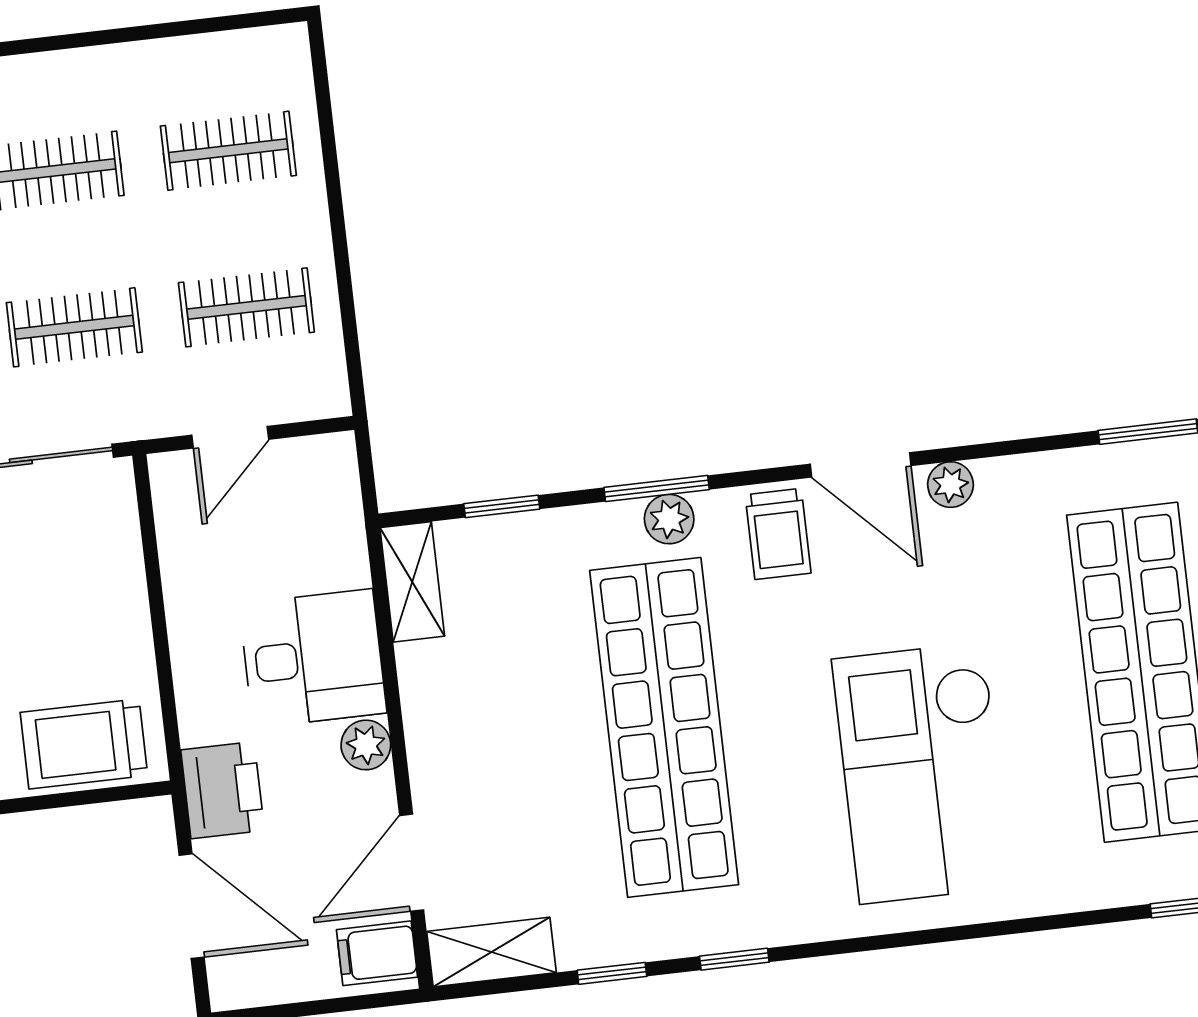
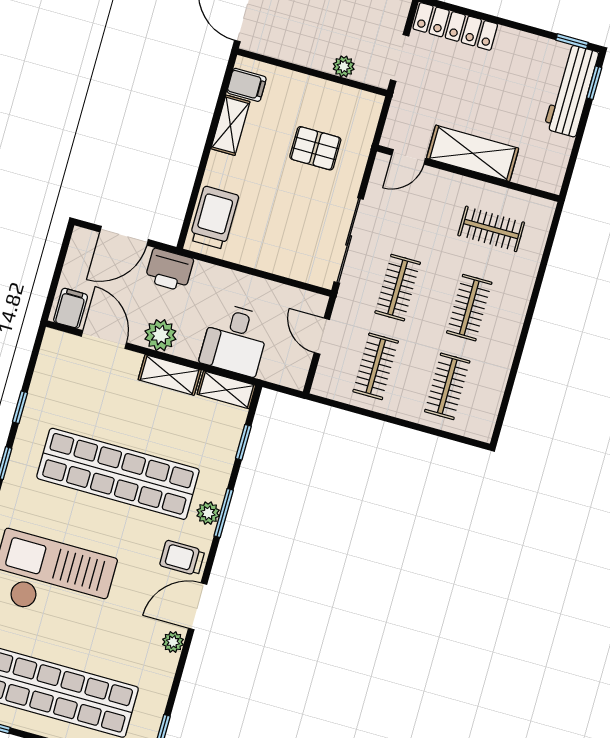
desk: (313, 658) -> (235, 340), moved
plant: (366, 745) -> (160, 335), width x1.38, depth x1.38
shelving: (491, 952) -> (170, 375), moved, turned 90

